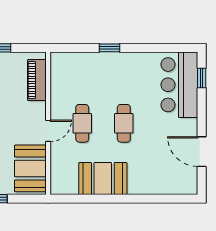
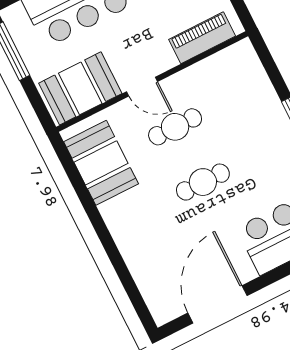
door: (202, 152) -> (217, 304), width x1.36
booth: (103, 179) -> (101, 163), moved

